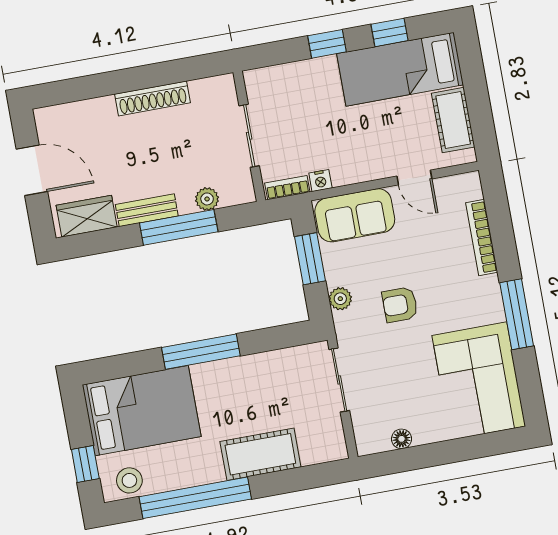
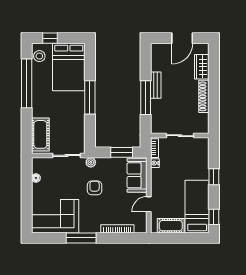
window: (390, 32) -> (214, 217), moved
plant: (207, 199) -> (156, 112), removed
wardrobe: (87, 216) -> (202, 67), moved, turned 180
plant: (340, 299) -> (91, 162), moved
cot: (260, 454) -> (40, 134), moved

